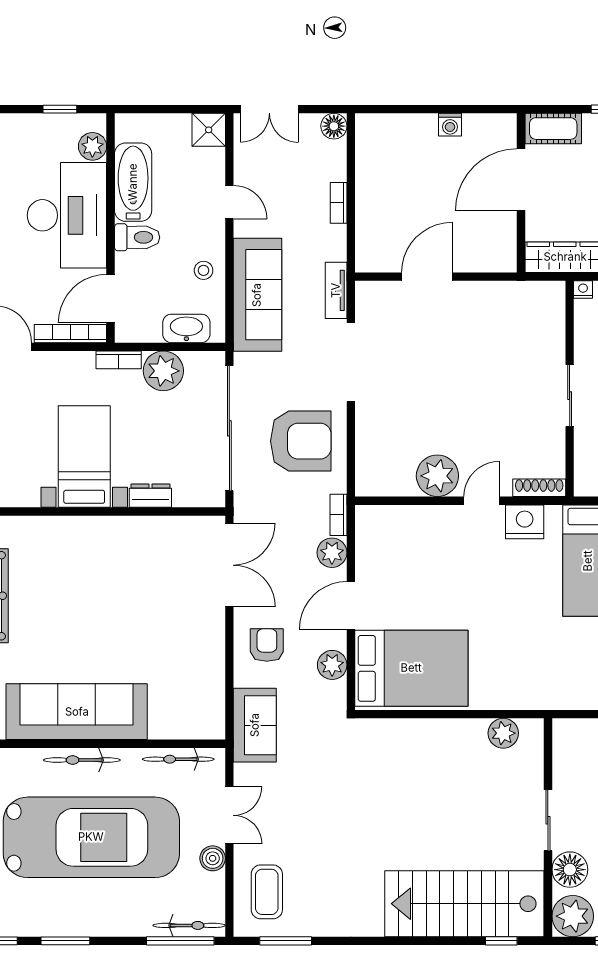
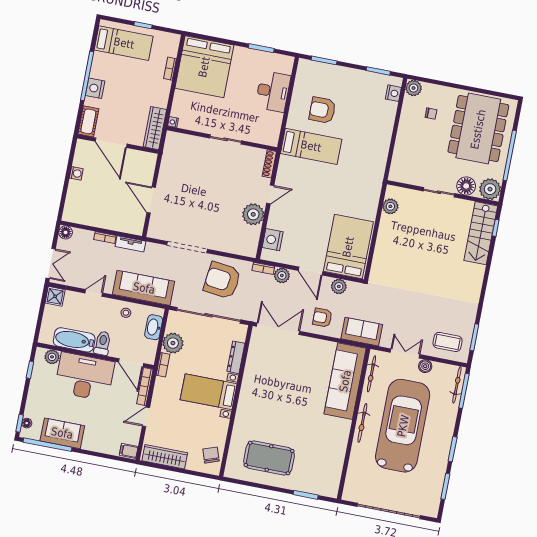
tv unit: (336, 290) -> (130, 244), moved
armchair: (301, 441) -> (222, 280), turned -83
dresser: (150, 496) -> (236, 357), width x1.44
door: (482, 501) -> (270, 194), swing flipped
nightstand: (525, 522) -> (273, 240), moved
sofa: (77, 712) -> (345, 381), moved
stairs: (464, 904) -> (481, 233), width x0.73, depth x0.66

